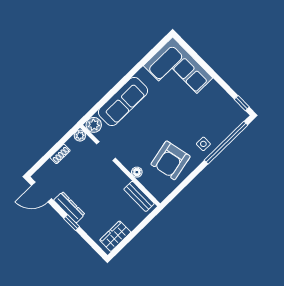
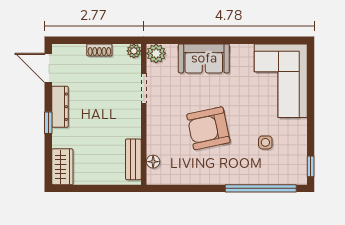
sofa: (123, 102) -> (204, 58), width x0.73
side table: (203, 144) -> (265, 142), moved
armchair: (171, 160) -> (208, 128), moved
floor lamp: (137, 172) -> (153, 162), moved
wardrobe: (115, 236) -> (62, 167), moved, turned 90

